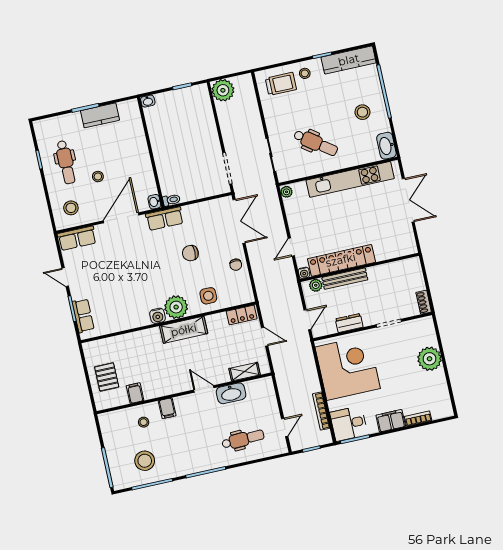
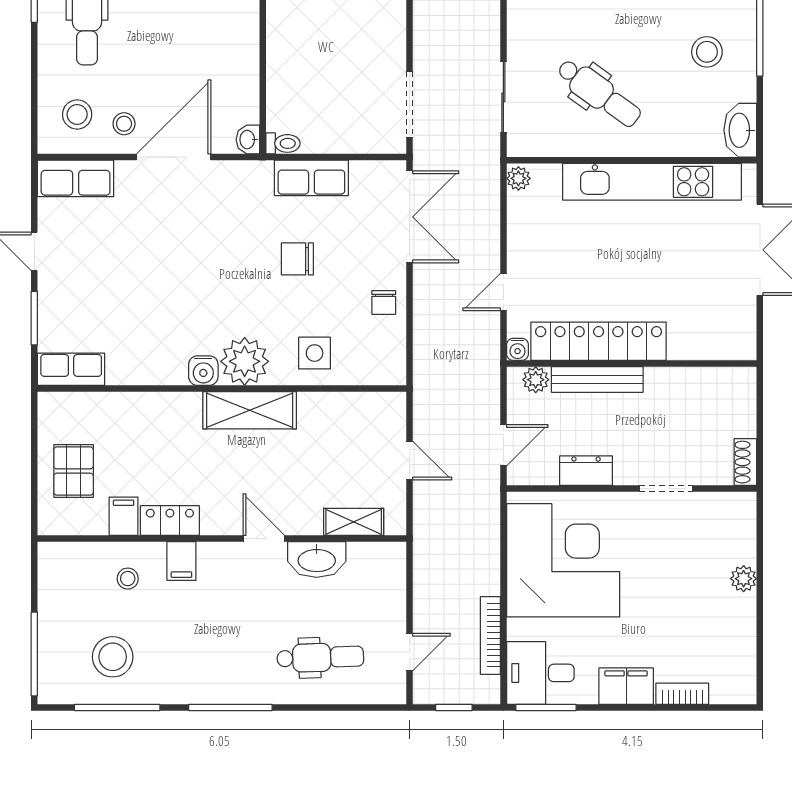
stool: (98, 176) -> (124, 124), moved
row of seats: (165, 219) -> (311, 178), moved
locker: (242, 315) -> (170, 521), moved, turned 180
row of seats: (83, 316) -> (71, 369), moved, turned -90
plant: (430, 359) -> (744, 579), width x0.53, depth x0.53

